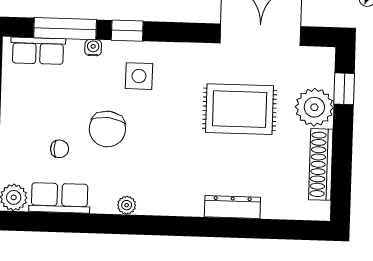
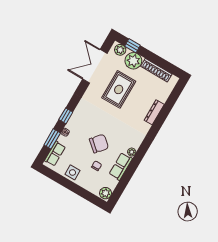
window: (65, 29) -> (52, 139), width x0.69
plant: (322, 68) -> (120, 50), added
side table: (139, 76) -> (72, 172), moved
chair: (107, 129) -> (99, 144), turned -55
row of seats: (60, 198) -> (121, 166), moved

